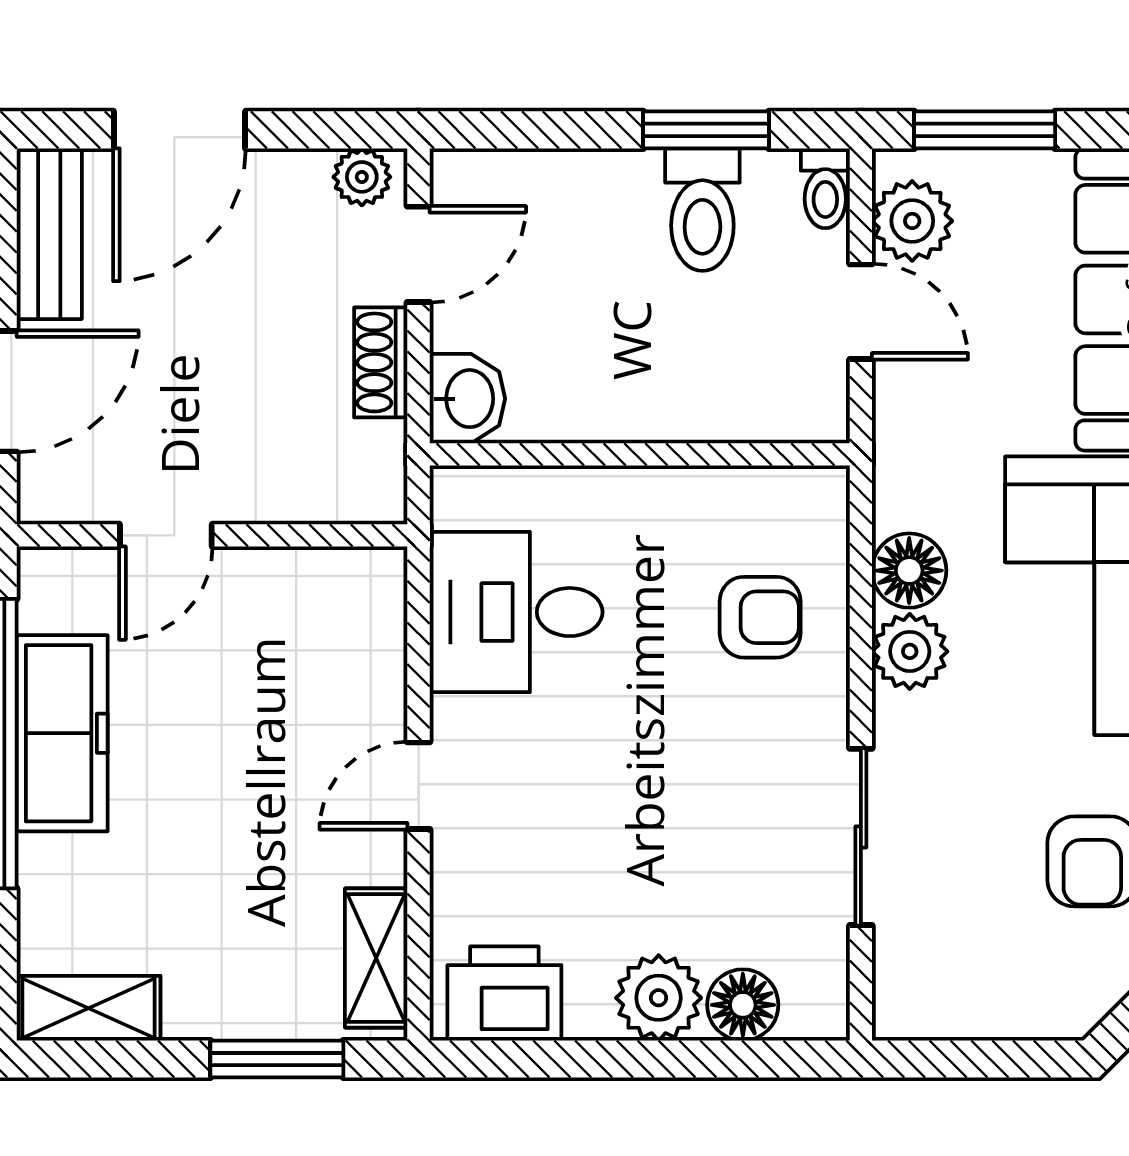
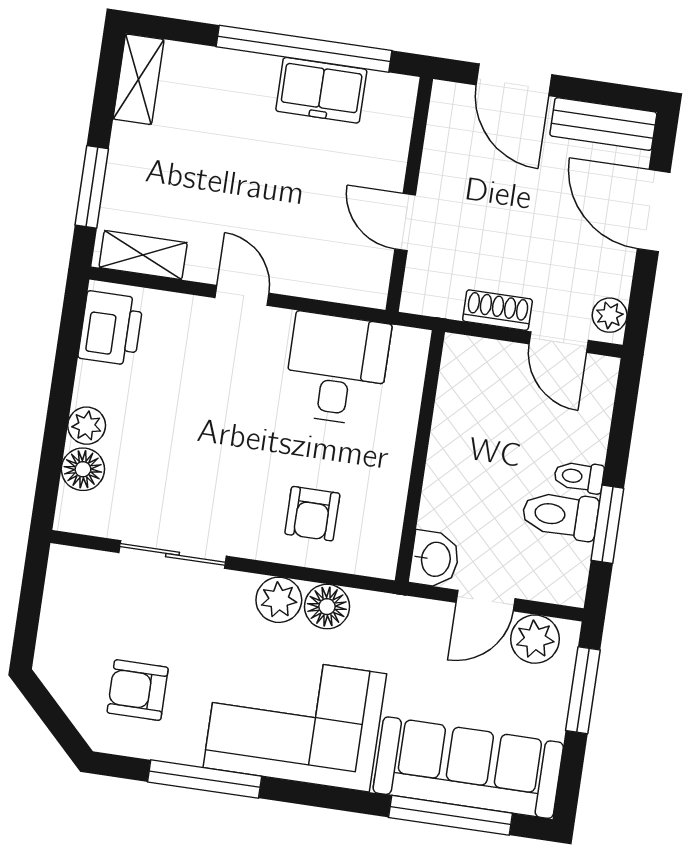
toilet: (825, 188) -> (579, 477), moved
washbasin: (467, 399) -> (434, 559), moved, turned -90
door: (166, 535) -> (405, 222), moved
freezer: (62, 733) -> (321, 90), width x0.71
plant: (659, 998) -> (87, 426), width x0.73, depth x0.73

